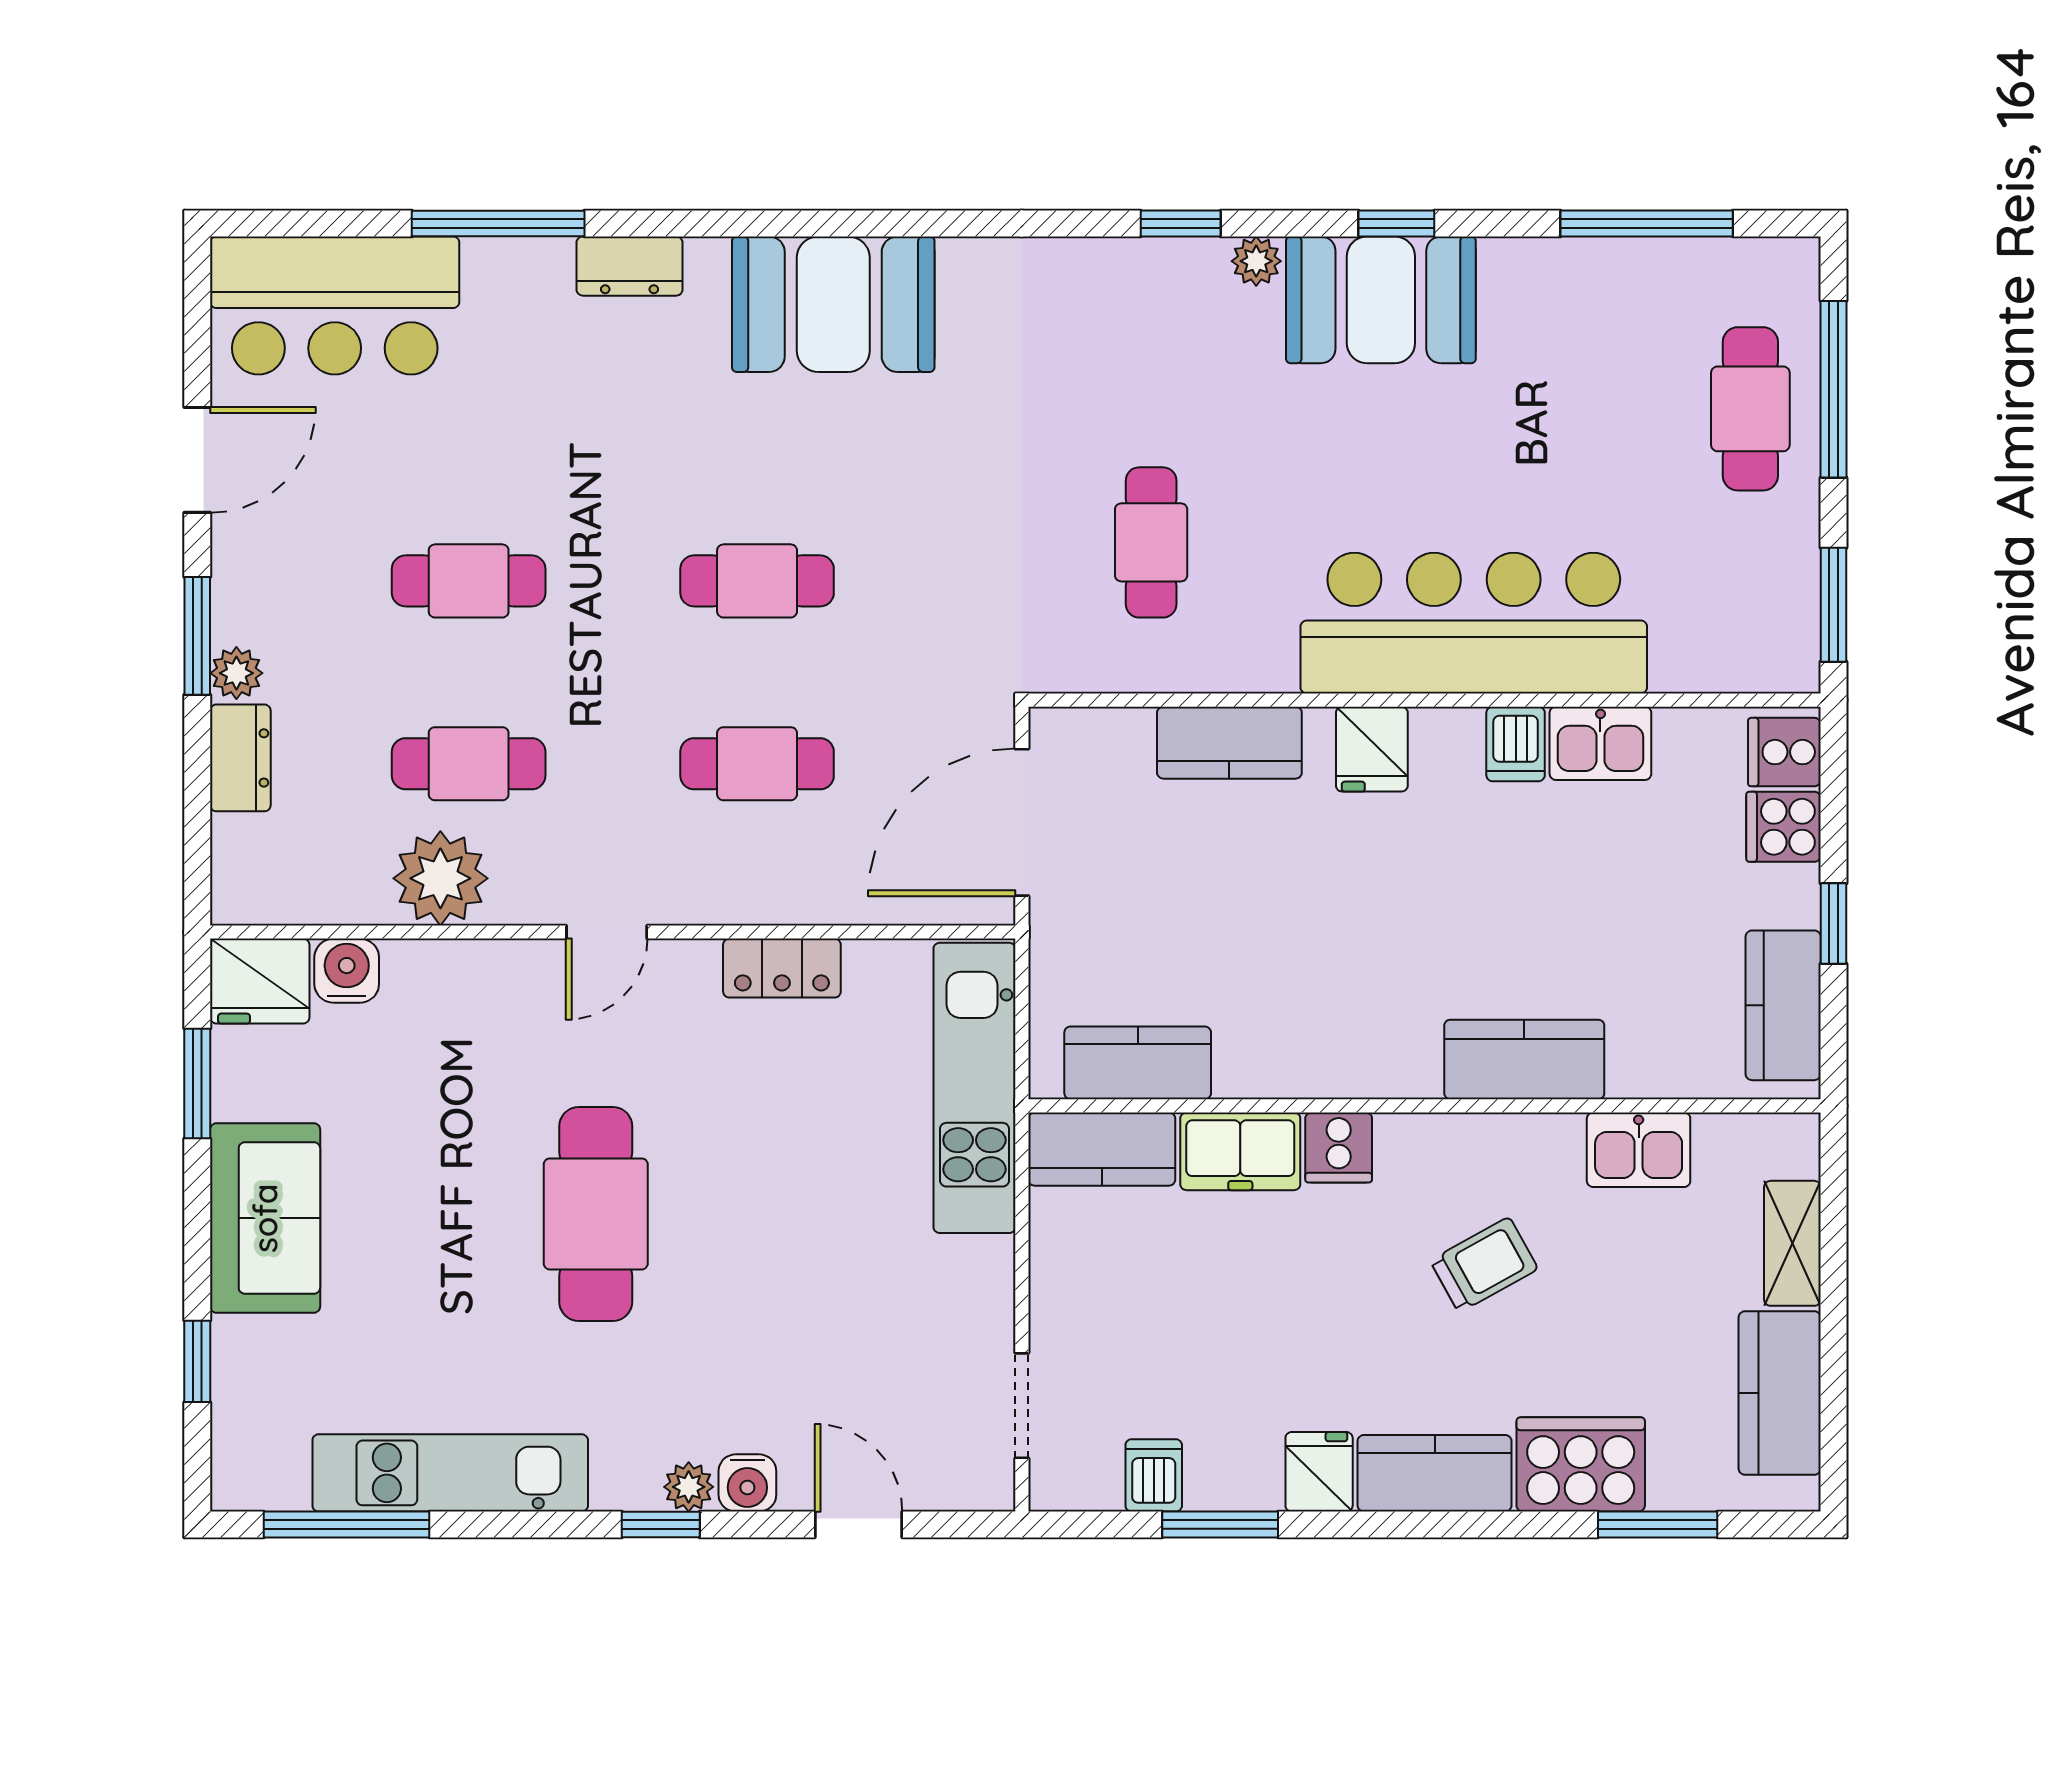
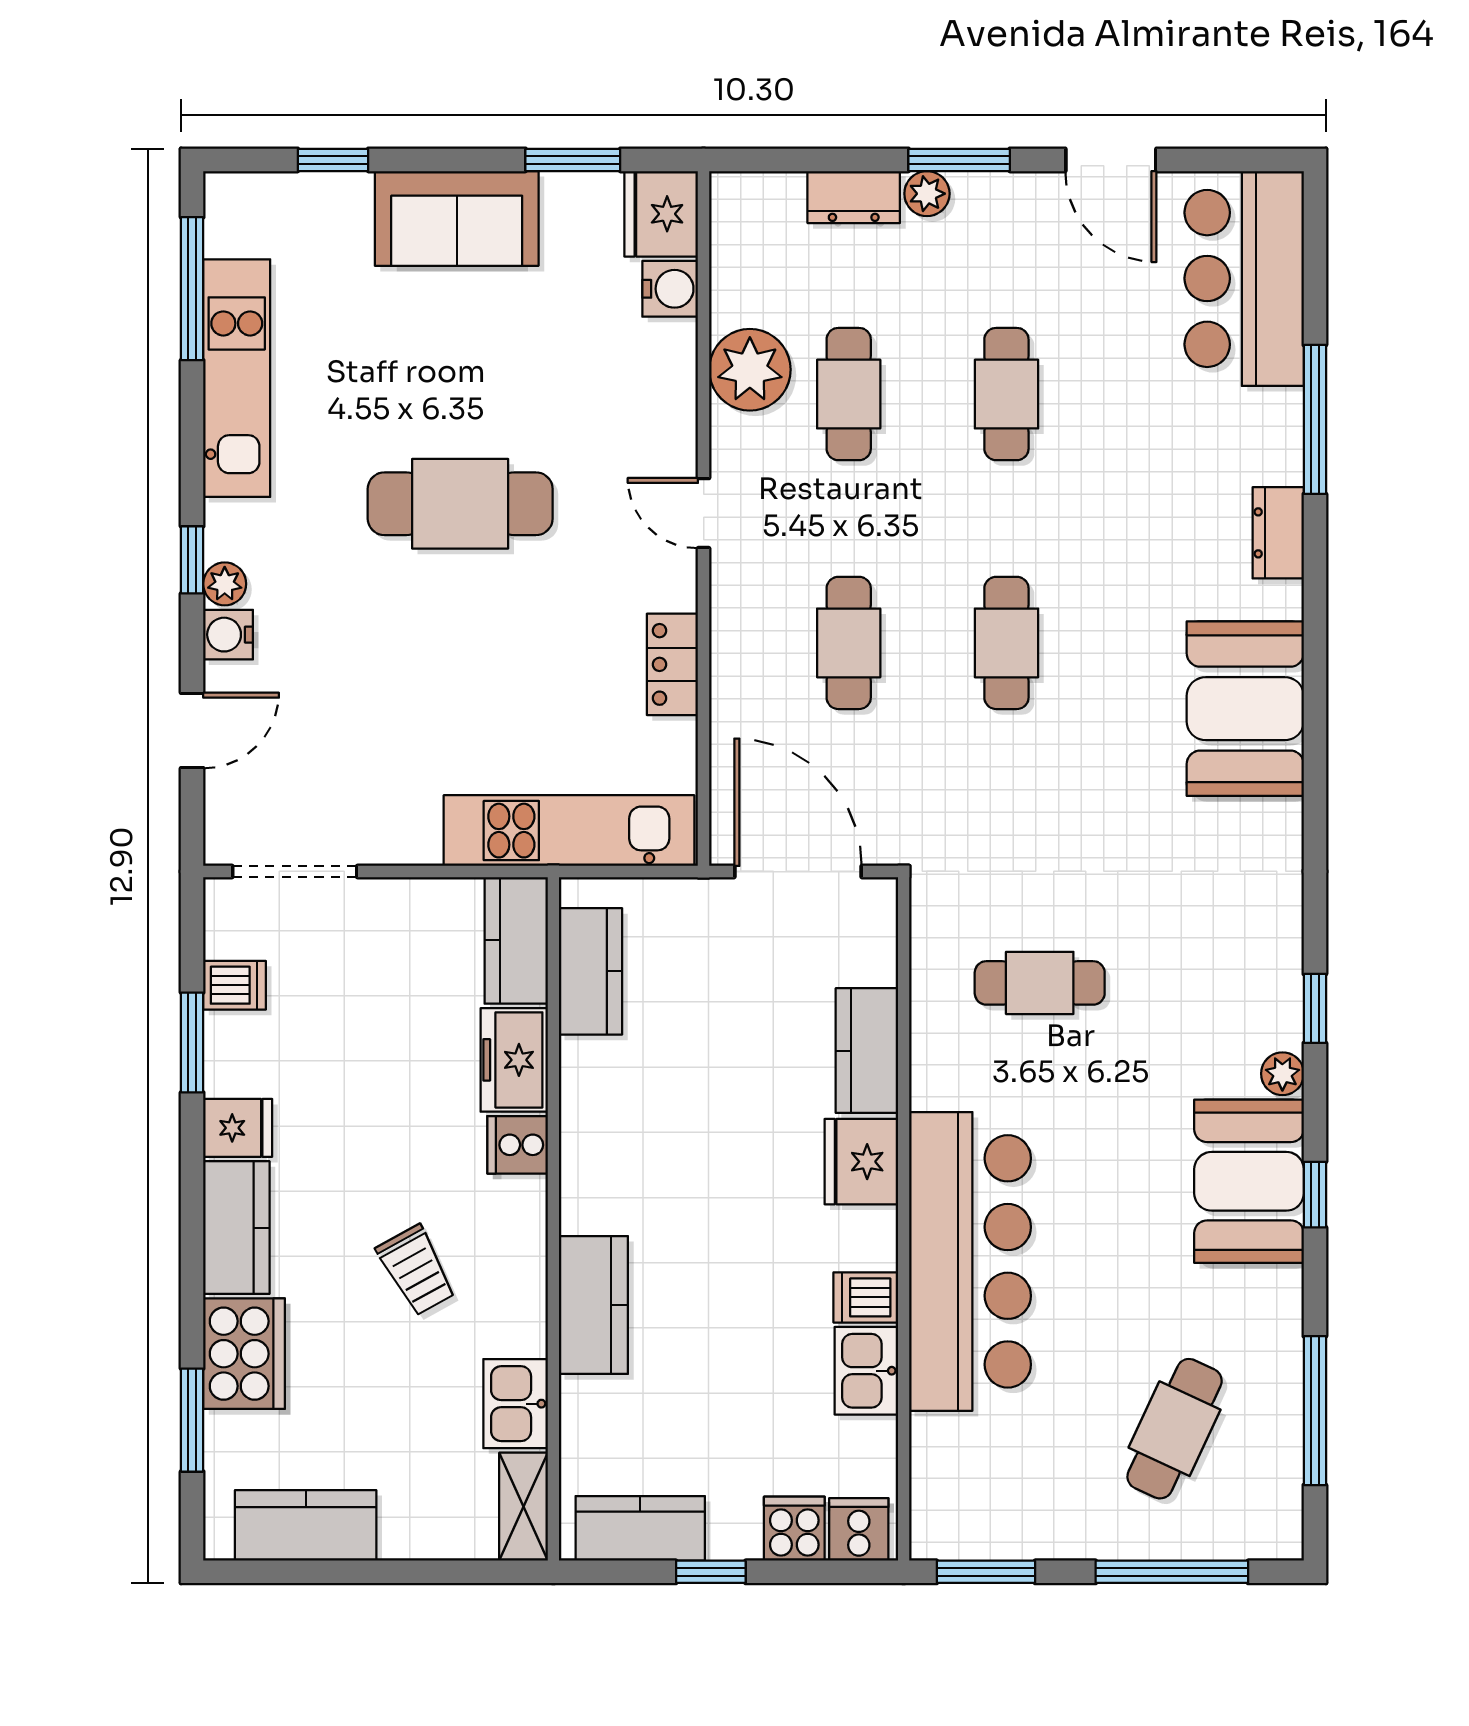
cafe table: (1750, 409) -> (1175, 1429), moved, turned -65
fridge: (1372, 749) -> (861, 1162), width x1.38
shelving: (1792, 1243) -> (524, 1507), moved, turned 90
doorway: (1022, 1406) -> (295, 871), width x1.38

